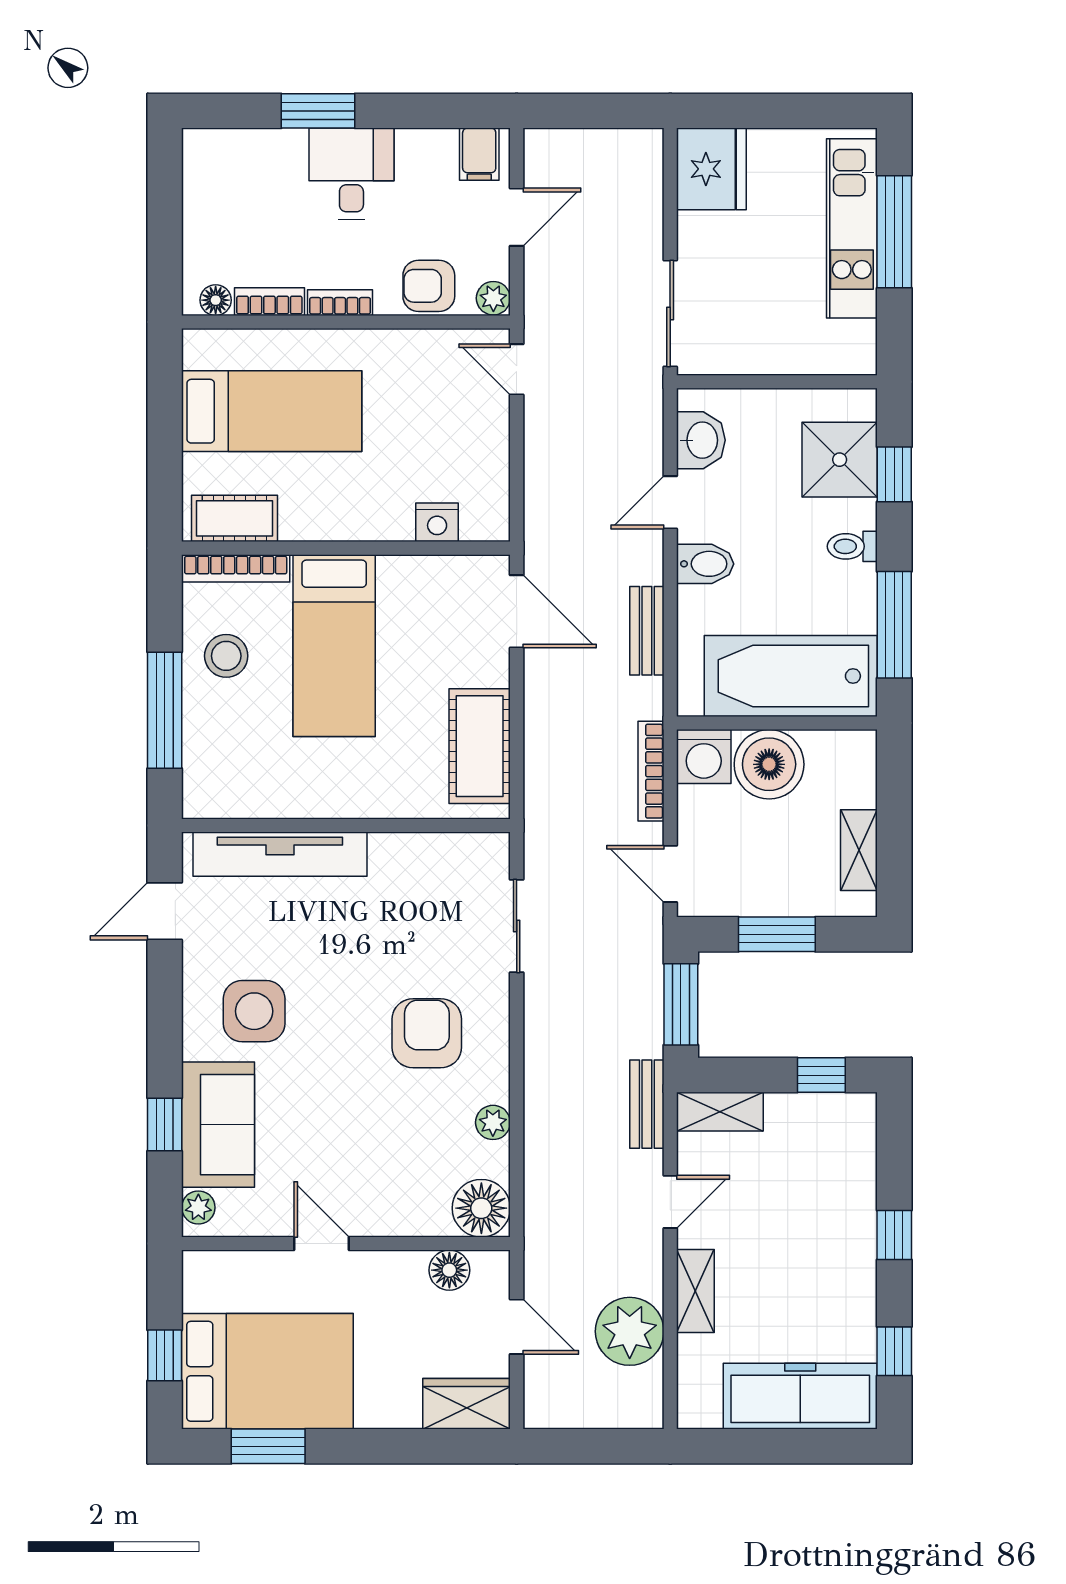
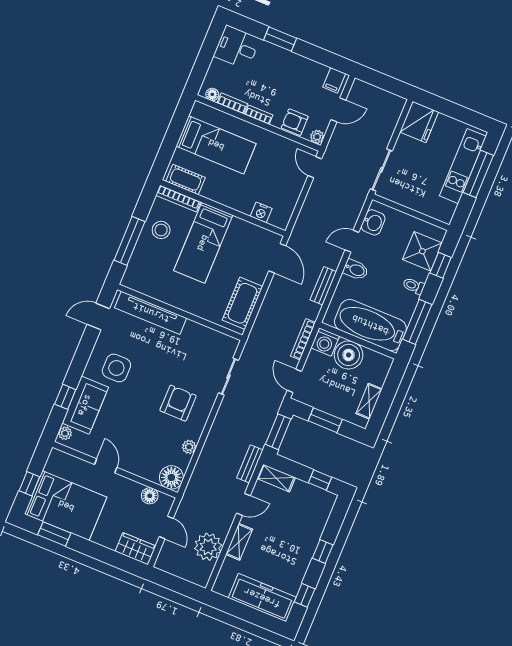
desk: (351, 174) -> (237, 47), moved, turned -90

